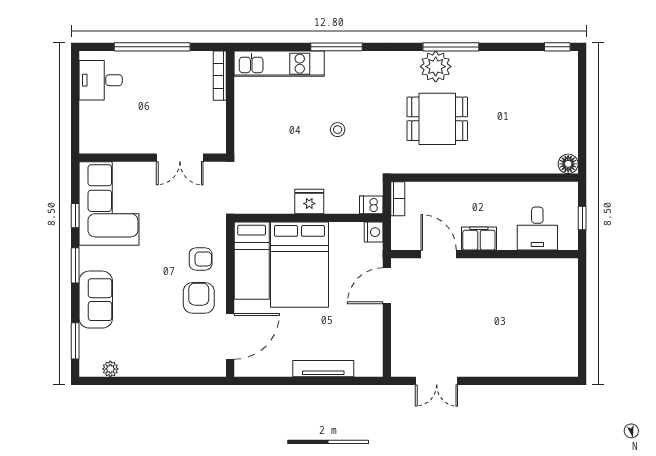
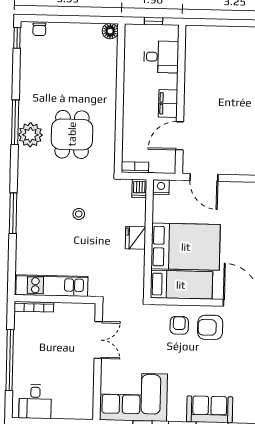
kitchen unit: (279, 64) -> (52, 286), moved, turned -90
chair: (568, 75) -> (39, 29), added

